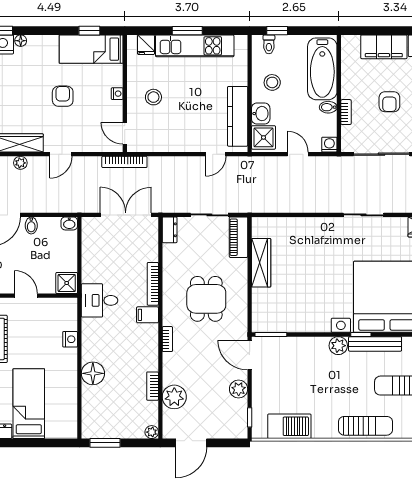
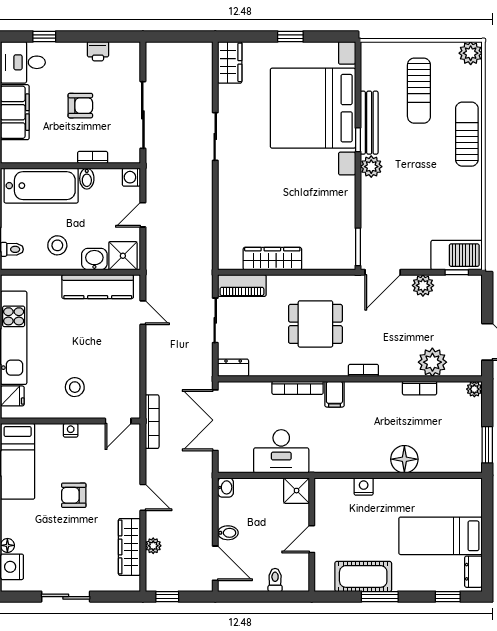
desk: (100, 300) -> (281, 451), moved, width x1.37
barbecue: (289, 426) -> (457, 255), moved, turned 90

